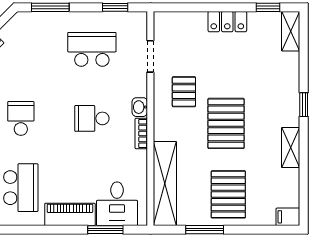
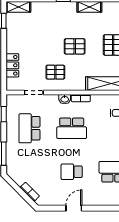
locker: (227, 22) -> (12, 65), moved
school desk: (92, 118) -> (72, 128), width x1.85
pallet: (226, 123) -> (75, 46), width x0.67, depth x0.71

